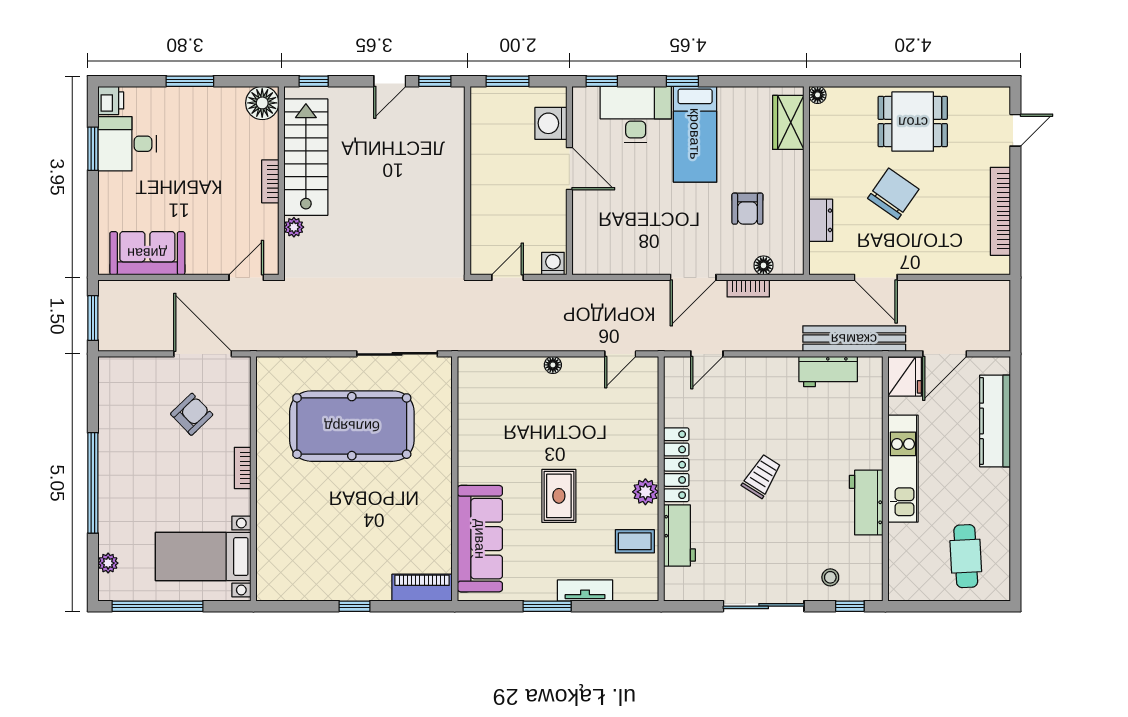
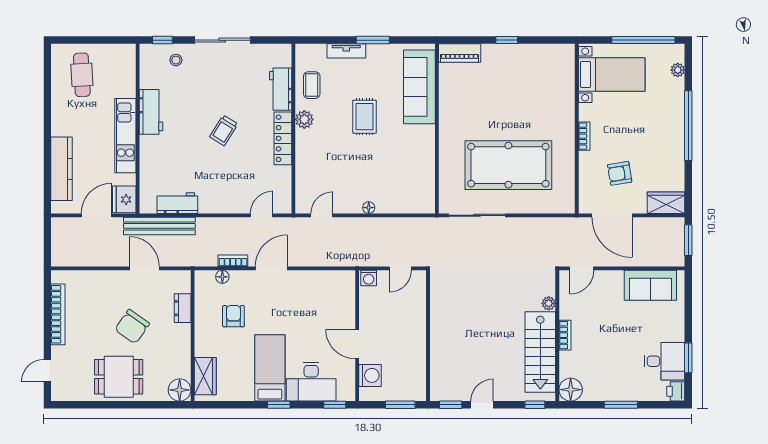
floor lamp: (818, 95) -> (180, 390), width x1.89, depth x1.89
wardrobe: (125, 372) -> (666, 203), added
armchair: (192, 414) -> (620, 173), turned 35
coffee table: (635, 541) -> (312, 85), turned 90

